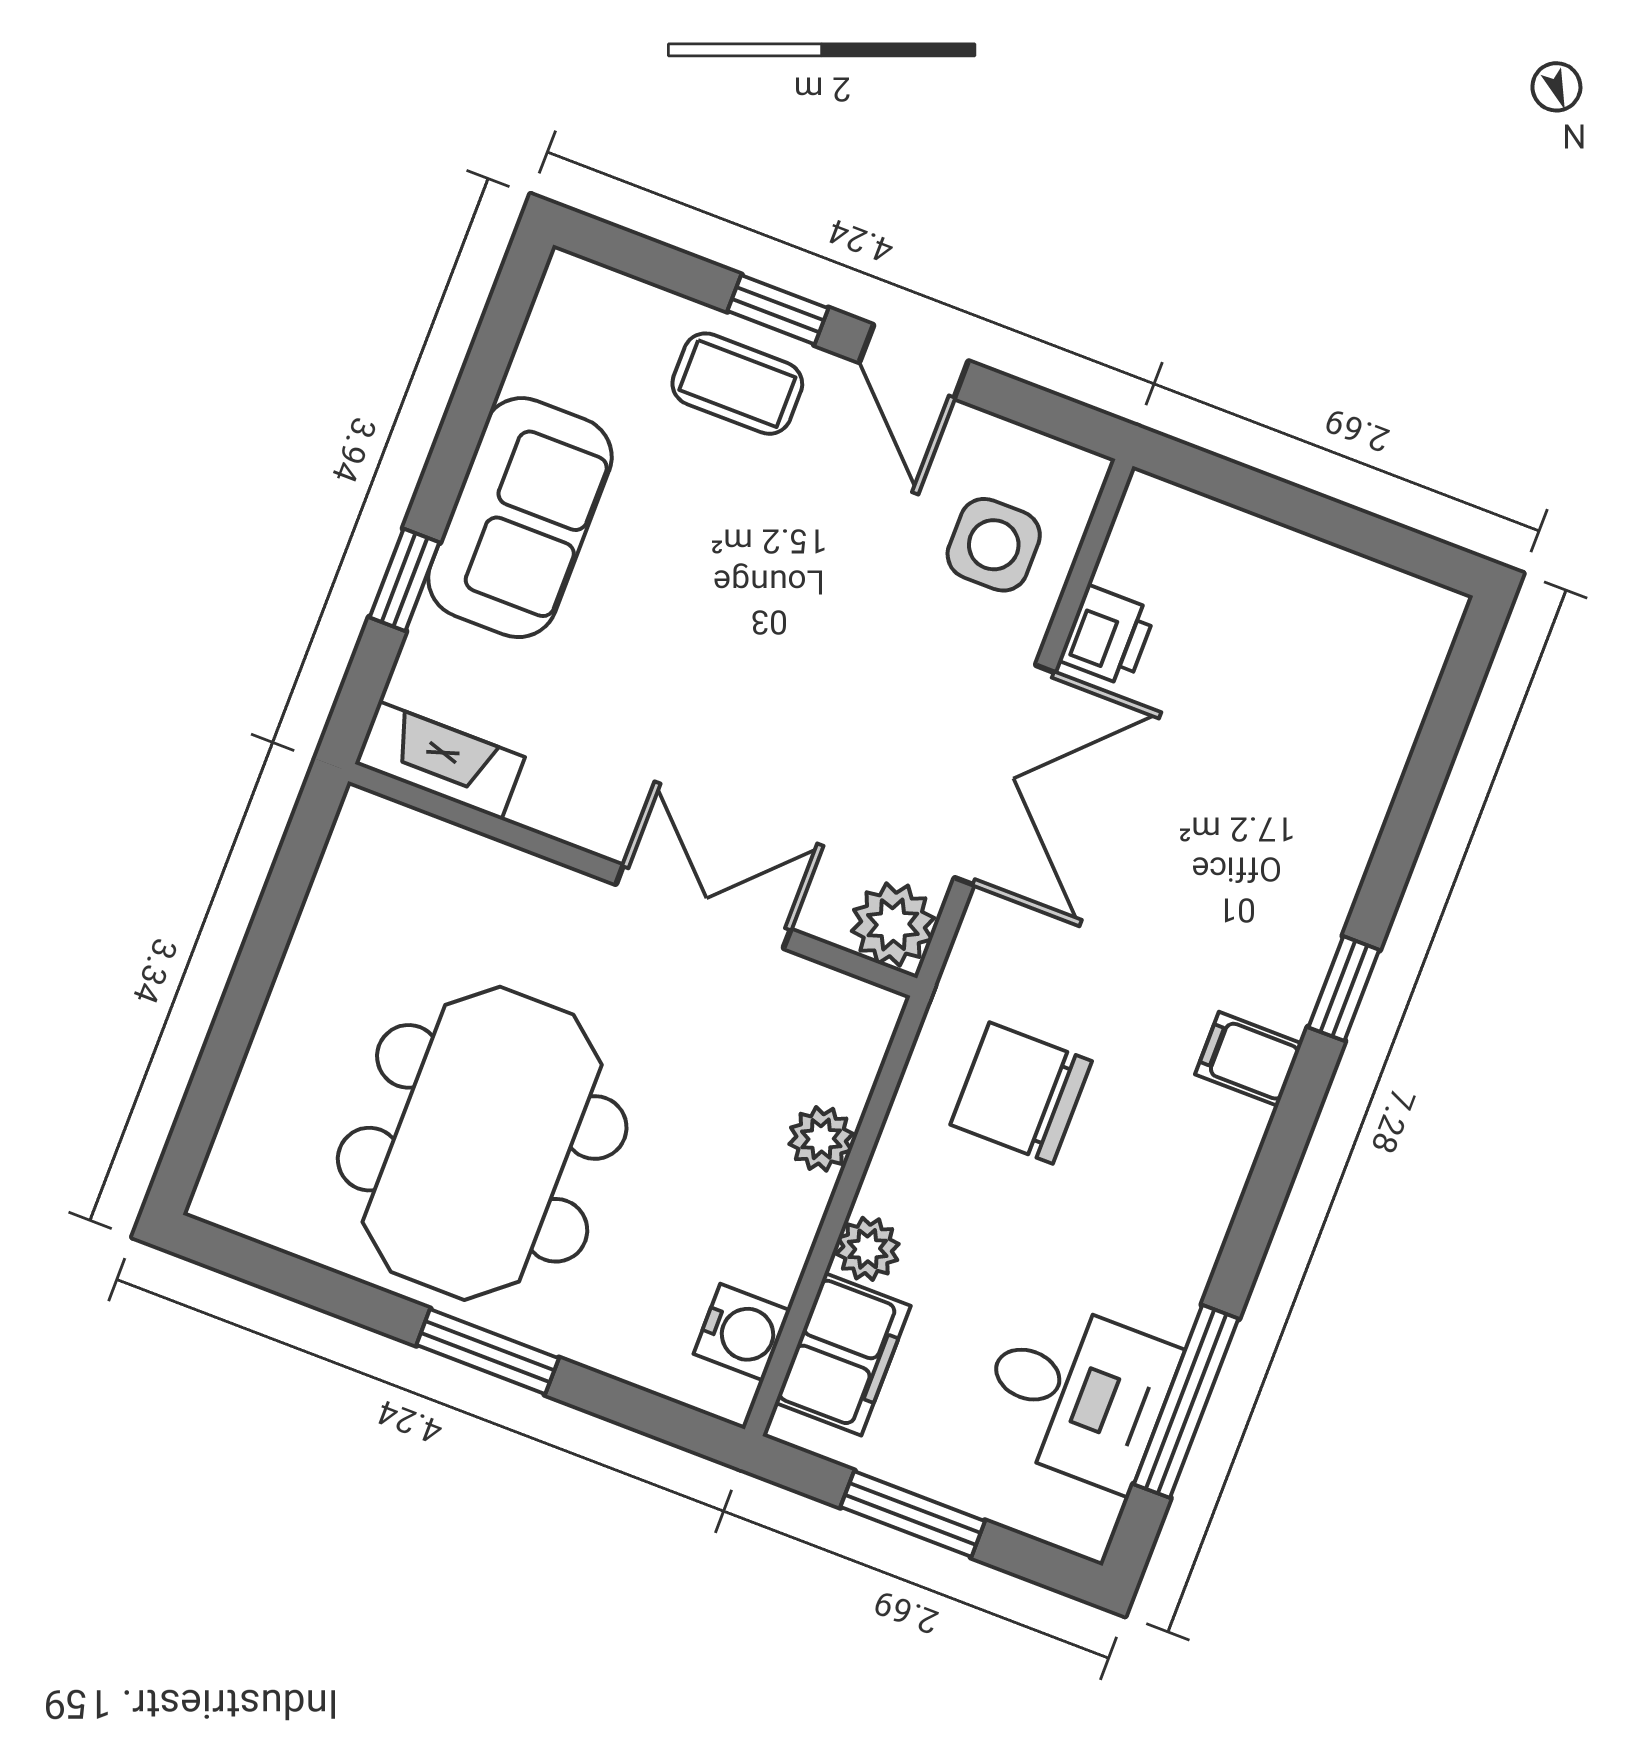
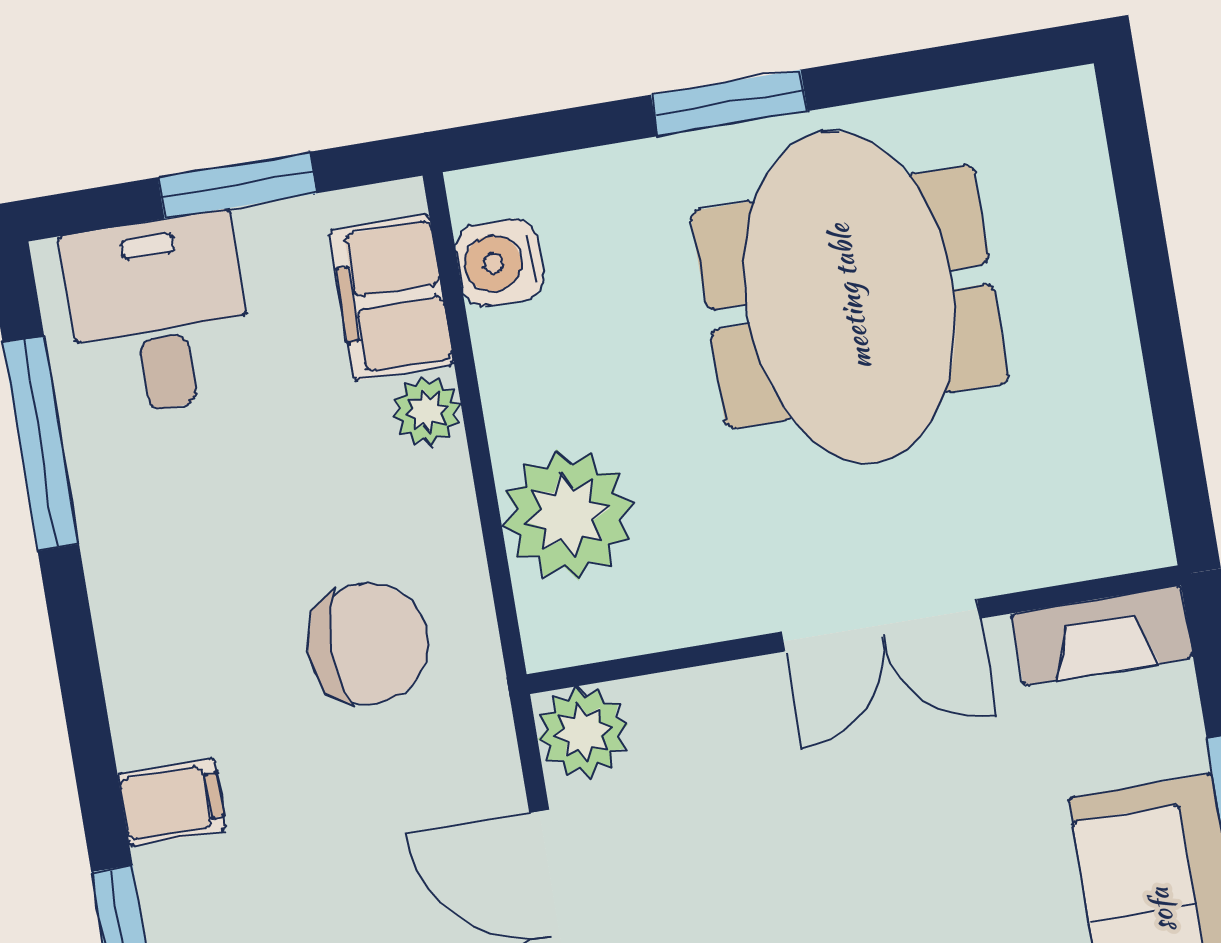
double door: (703, 907) -> (881, 625), moved
plant: (821, 1139) -> (568, 515), width x1.87, depth x1.87
desk: (1077, 1393) -> (159, 315), moved, turned 90

